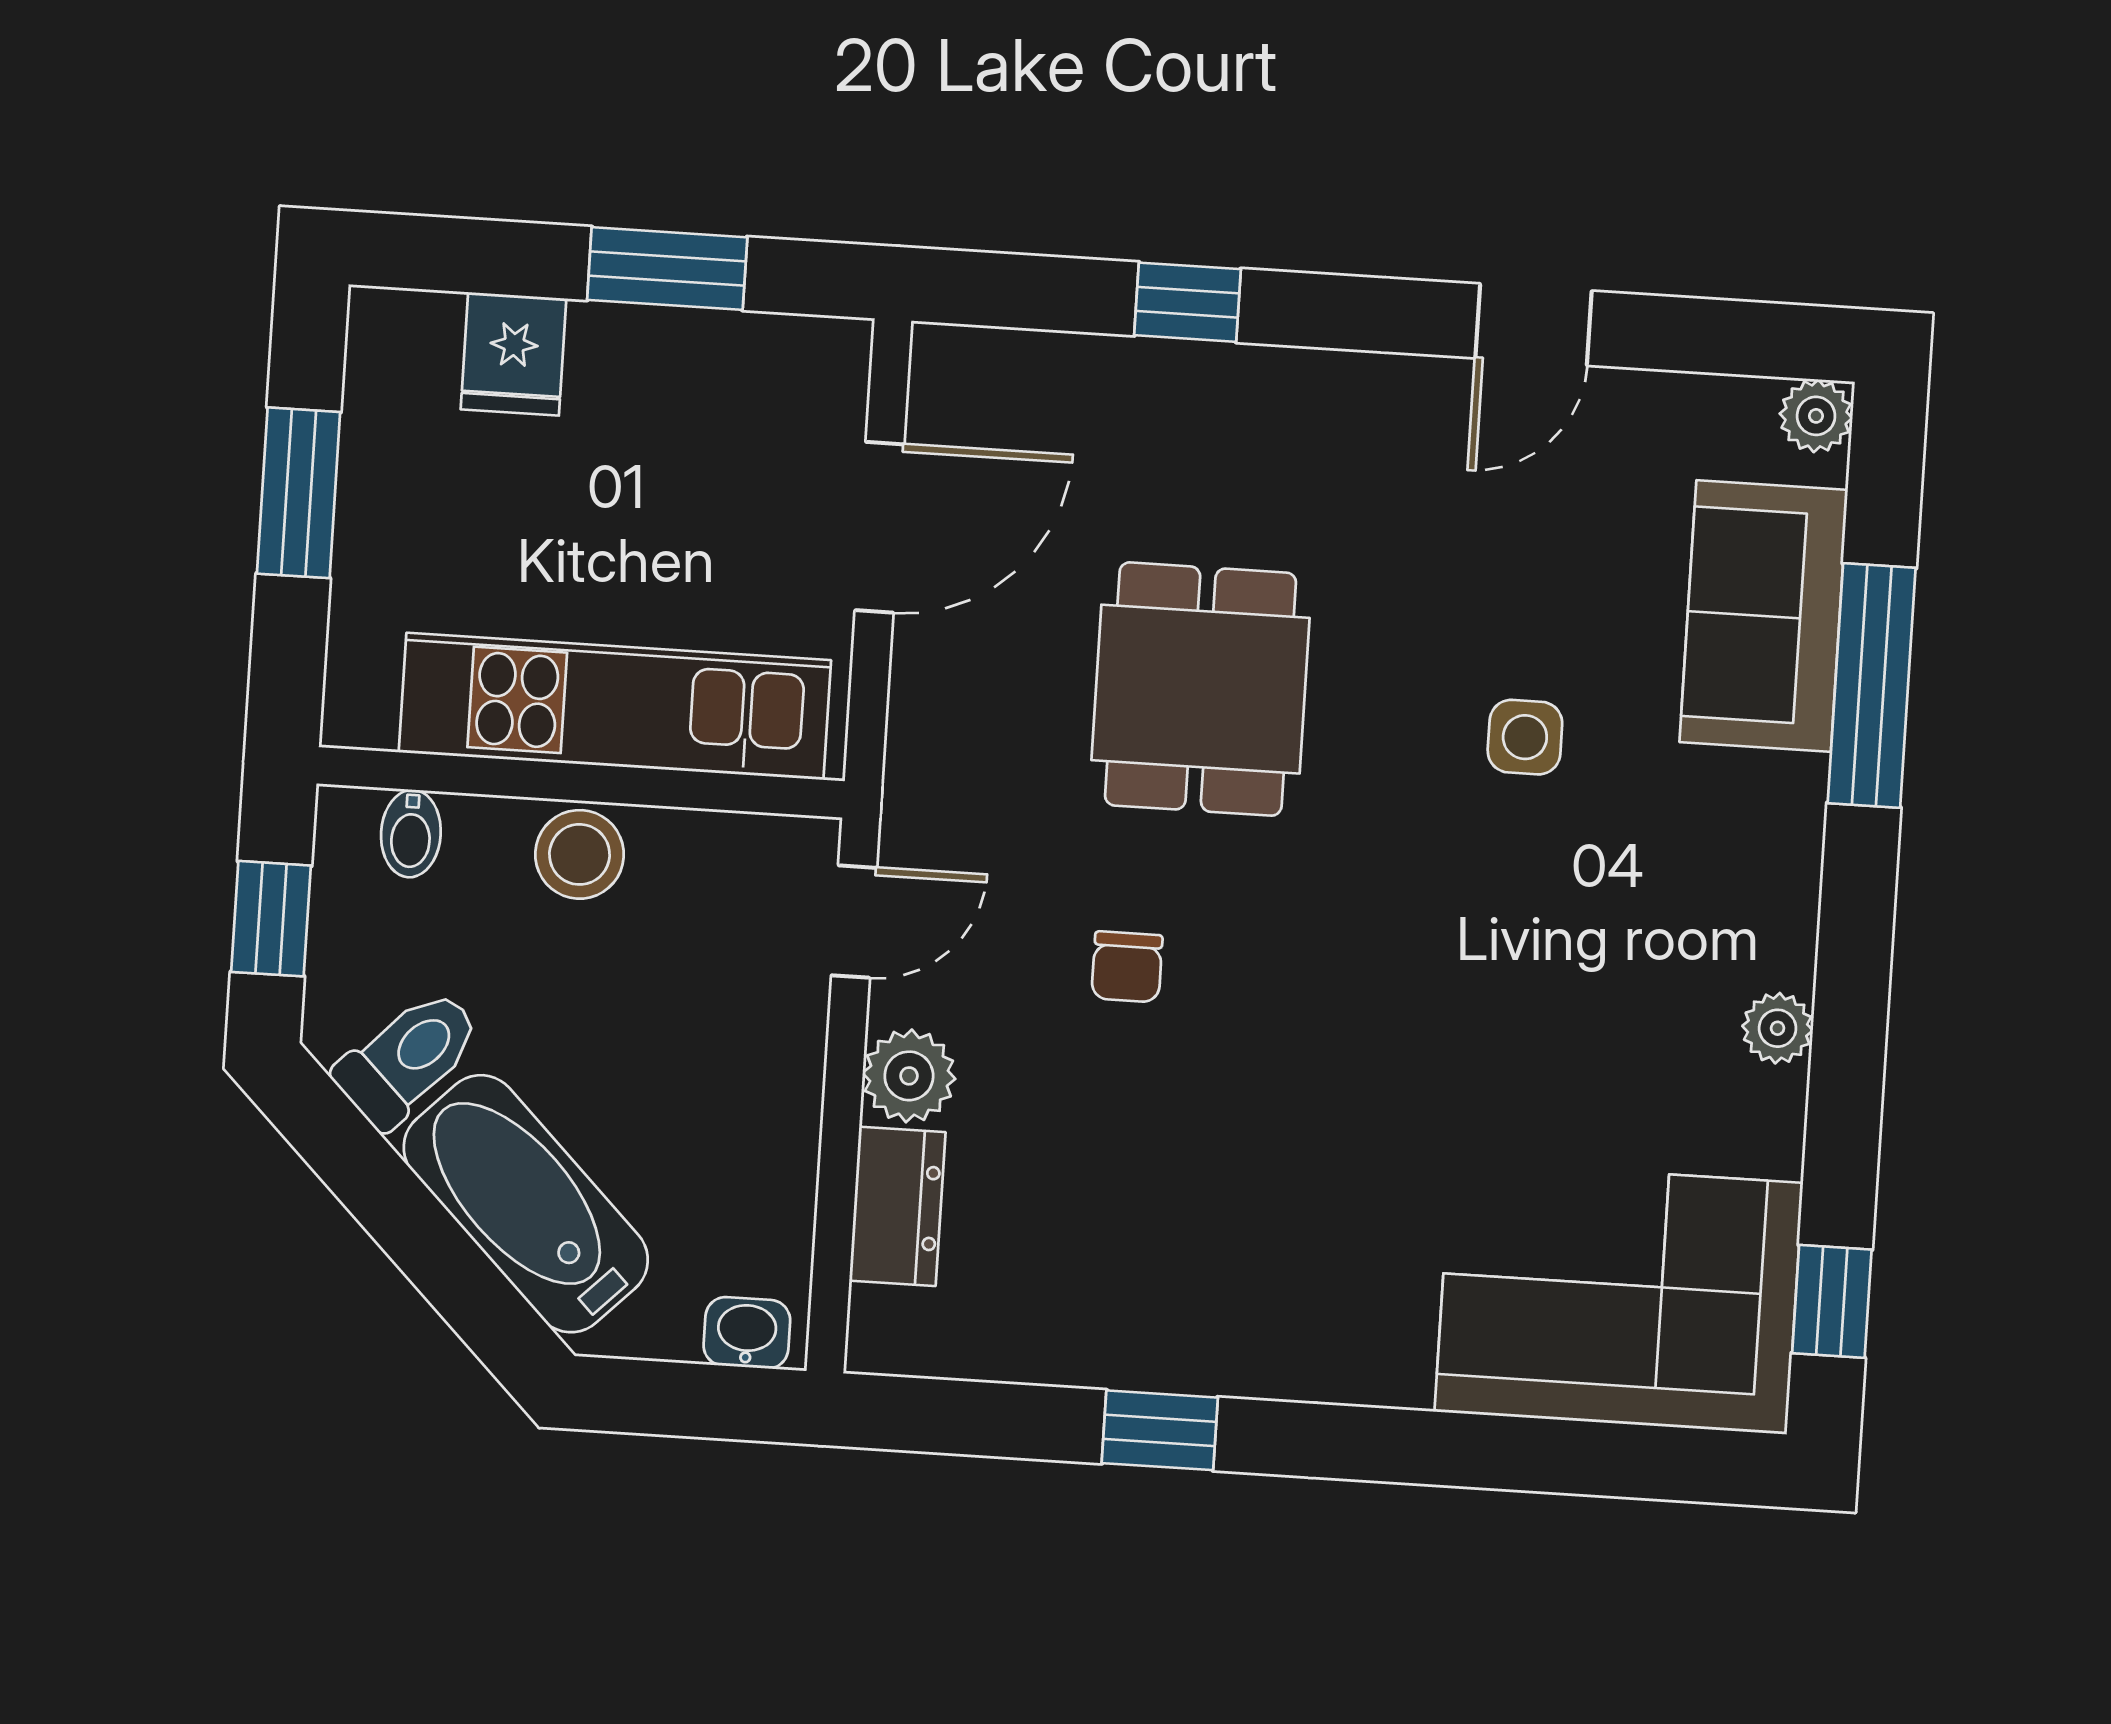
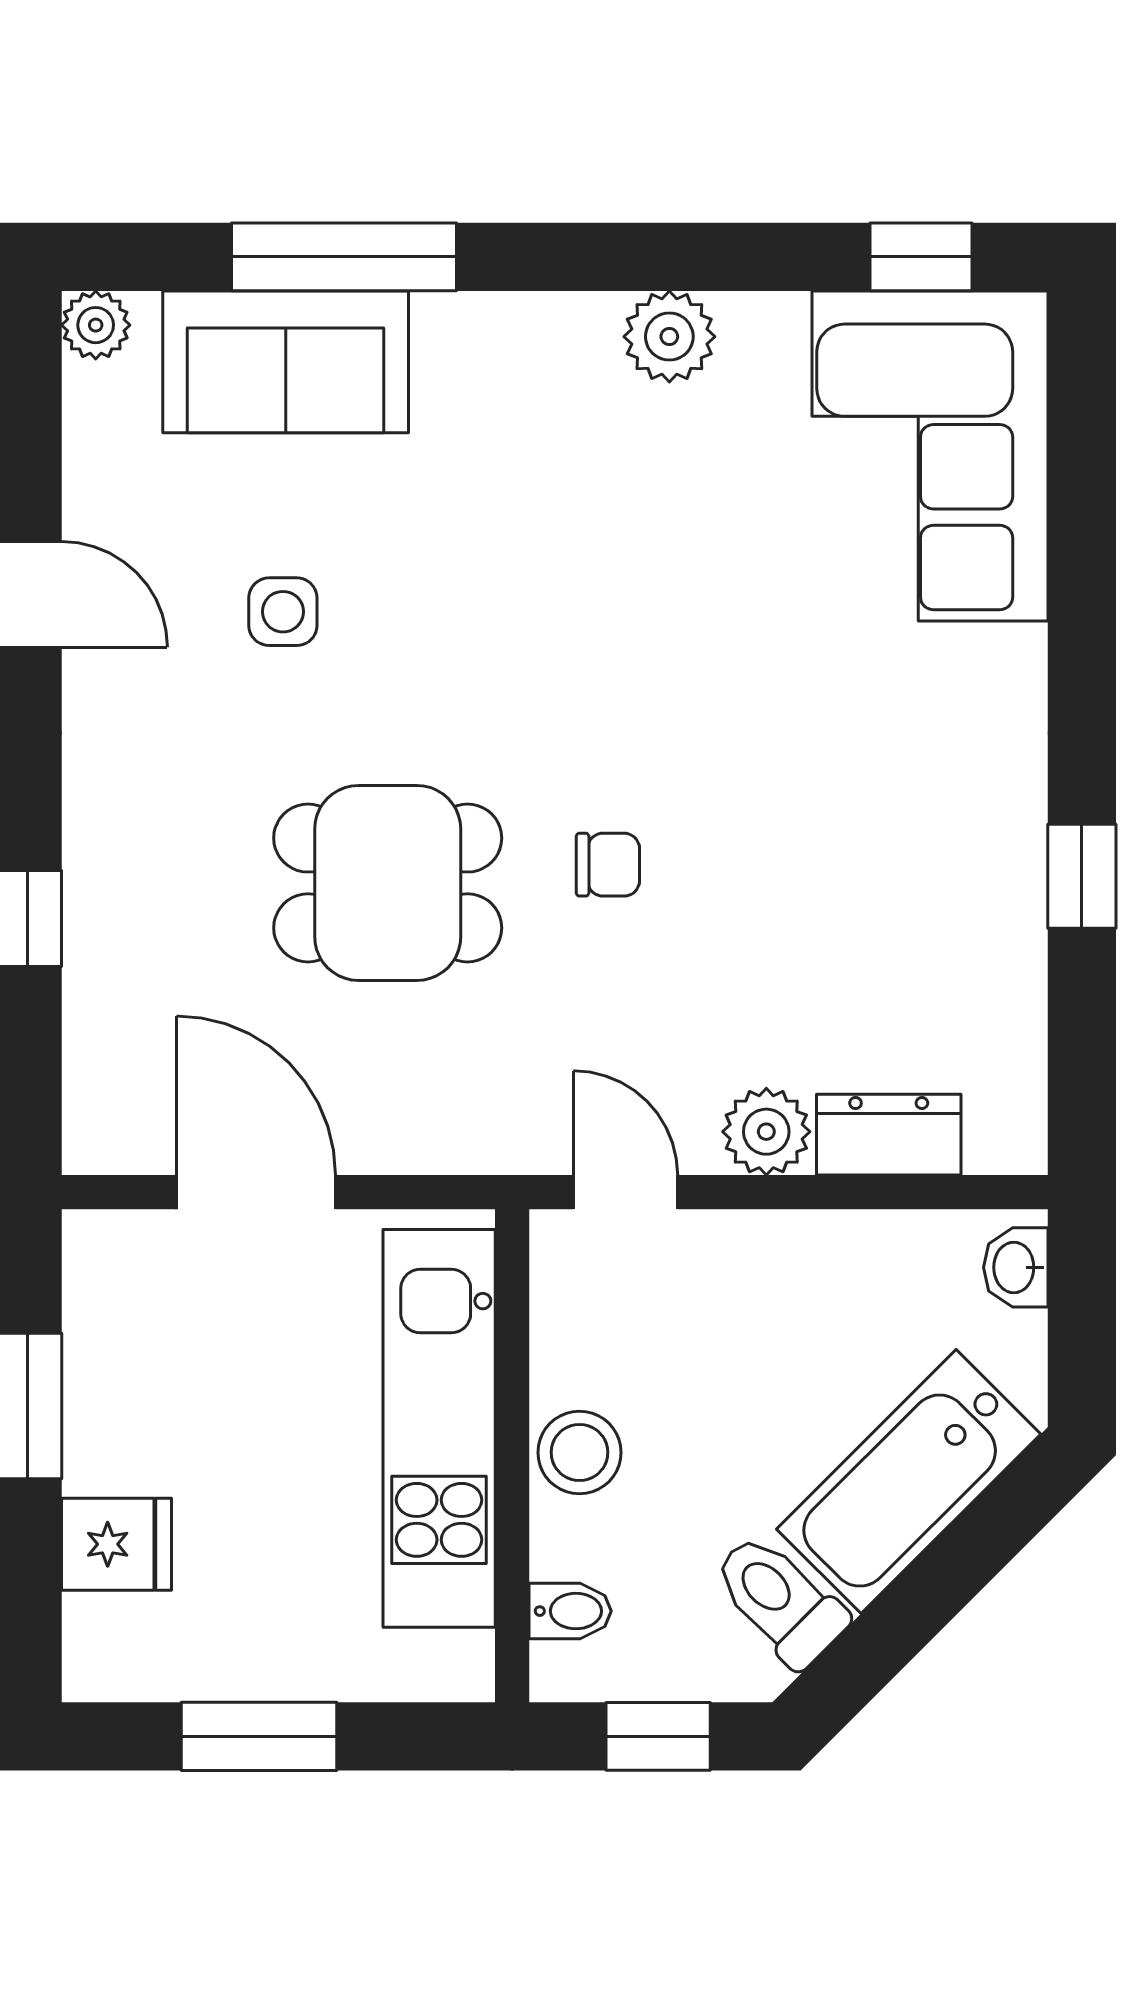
side table: (1525, 737) -> (283, 612), moved
chair: (1127, 967) -> (608, 865), moved
plant: (1778, 1028) -> (669, 337), width x1.38, depth x1.38

